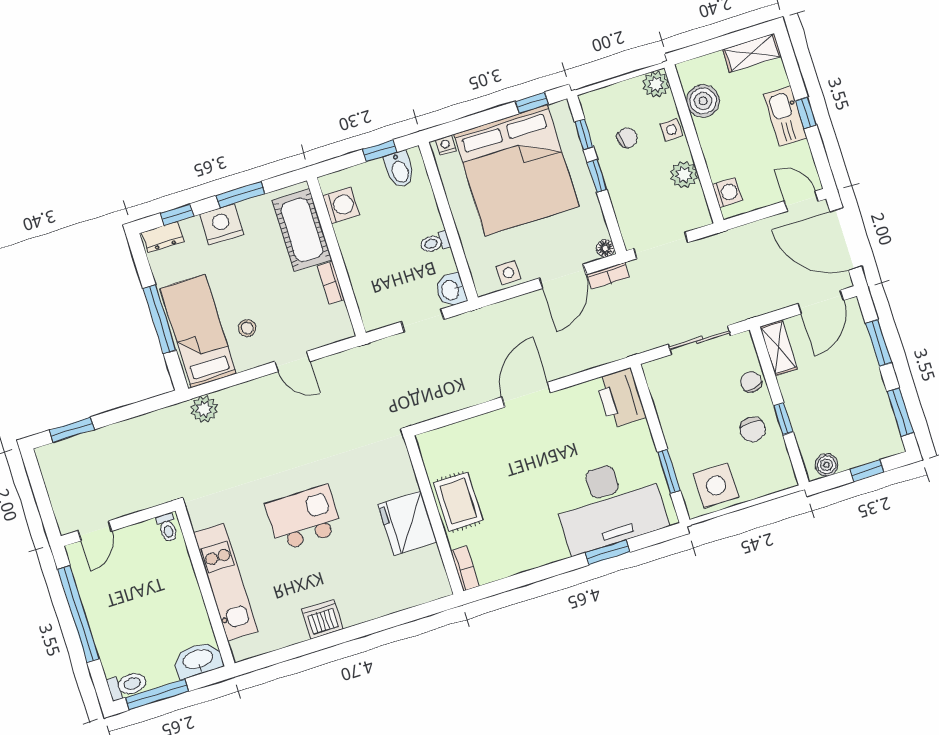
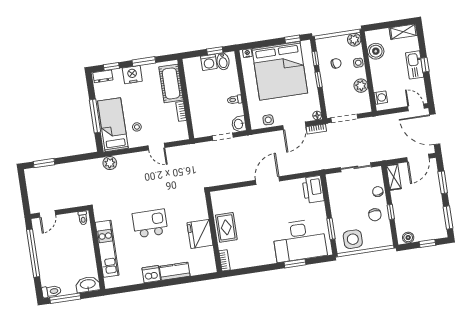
washing machine: (341, 205) -> (209, 62), moved, turned 90
kitchen counter: (368, 606) -> (175, 271), added

